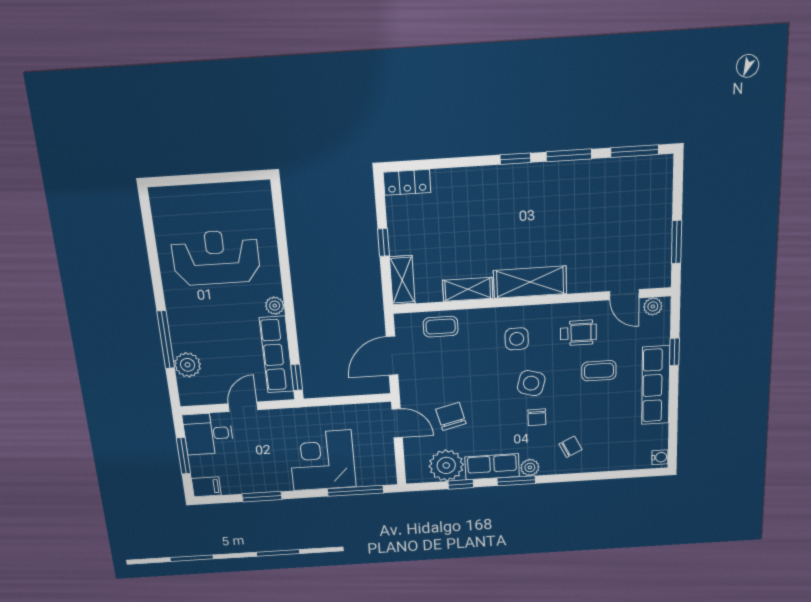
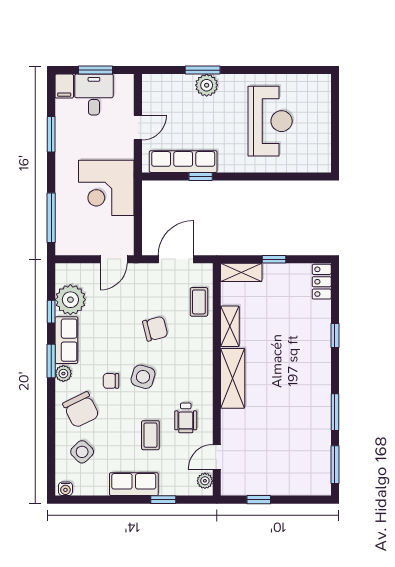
window: (515, 159) -> (335, 335), moved
window: (677, 242) -> (259, 500), width x0.67
plant: (275, 306) -> (226, 165), removed
side table: (517, 339) -> (82, 452), moved, turned 45
window: (166, 340) -> (203, 70), width x0.69
door: (392, 356) -> (176, 259), hinge flipped
plant: (188, 365) -> (207, 85), moved
window: (297, 377) -> (201, 176), moved
row of seats: (656, 385) -> (134, 484), width x0.68
door: (243, 407) -> (138, 128), hinge flipped
chair: (451, 416) -> (155, 329), moved
desk: (208, 434) -> (94, 95), moved
chair: (571, 447) -> (81, 410), width x1.87, depth x1.87
corner desk: (322, 460) -> (106, 188), moved, turned 180

